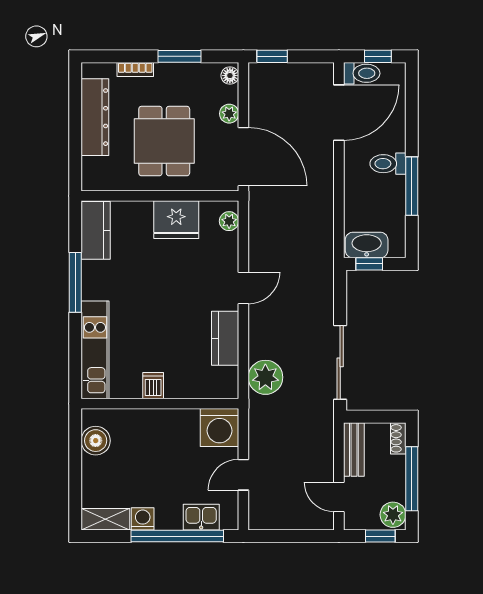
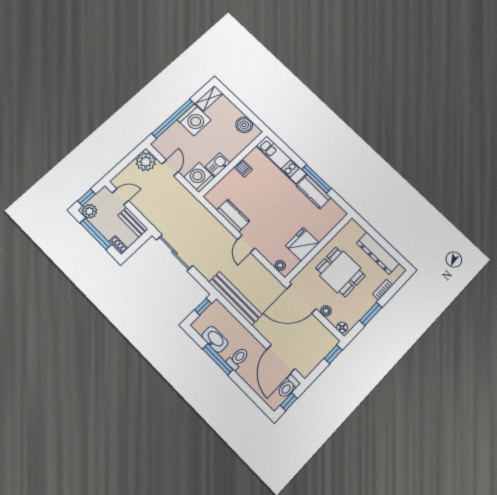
kitchen counter: (96, 230) -> (314, 192), moved
bench: (322, 236) -> (235, 298), added
washbasin: (367, 245) -> (215, 339), moved, turned -90
plant: (265, 377) -> (146, 162), moved
kitchen sink: (201, 517) -> (218, 165), moved, turned 180
washing machine: (143, 519) -> (194, 120), width x1.89, depth x1.89

